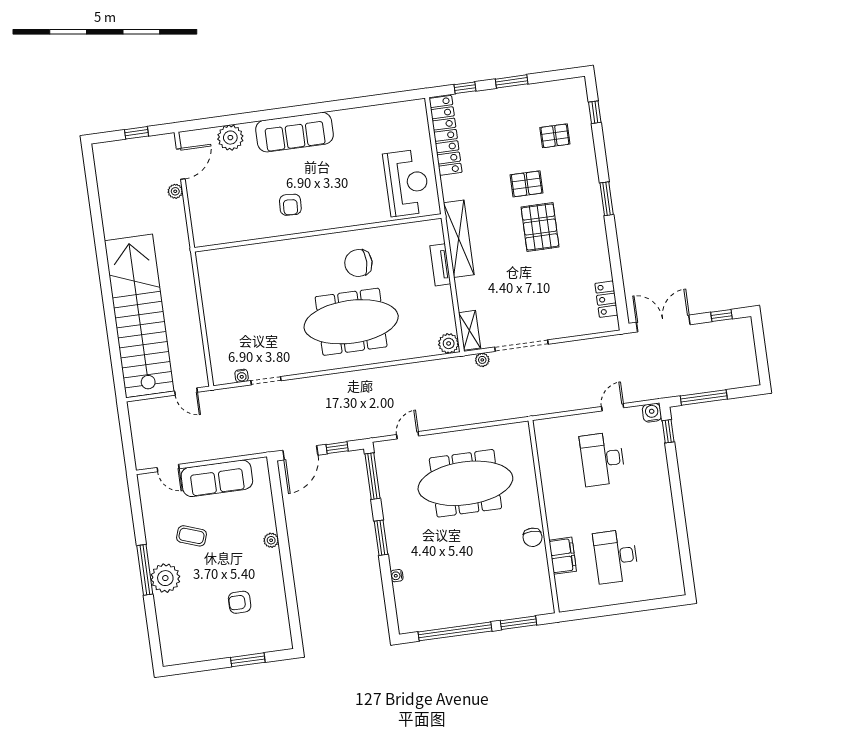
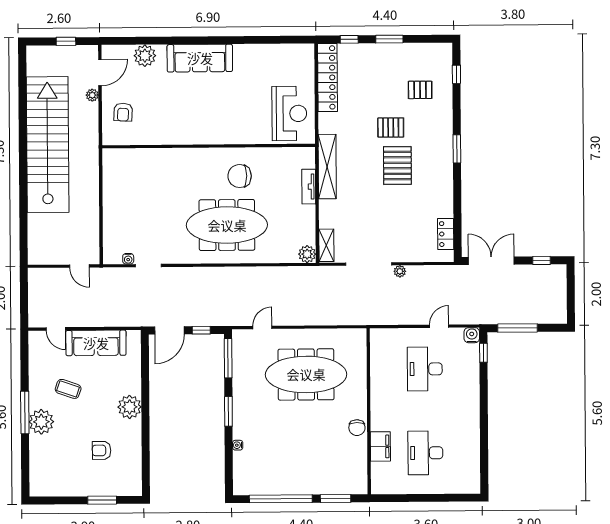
armchair: (290, 205) -> (123, 112), moved
stairs: (139, 316) -> (48, 145), moved
plant: (482, 360) -> (400, 271), moved
plant: (271, 540) -> (130, 407), width x1.87, depth x1.87

